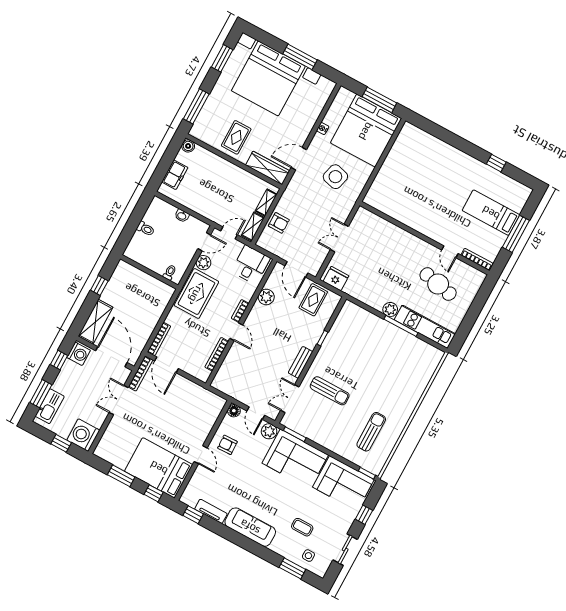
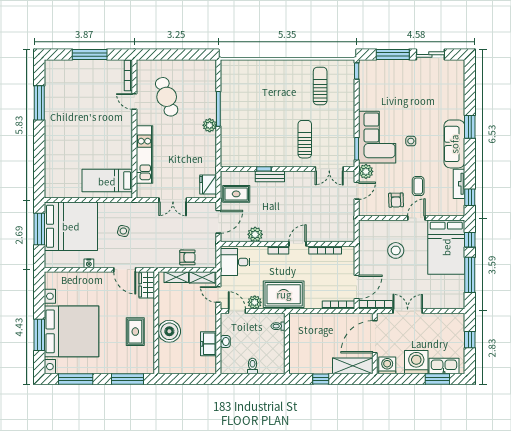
window: (300, 57) -> (39, 335), moved
window: (222, 58) -> (76, 379), width x1.44
rug: (236, 137) -> (135, 332), turned 90
boiler: (188, 146) -> (169, 331), moved, width x1.86, depth x1.86
window: (496, 163) -> (39, 103), width x2.17
wardrobe: (268, 168) -> (147, 285), width x0.67
freezer: (175, 175) -> (209, 344), moved, turned -90
side table: (335, 177) -> (123, 231), width x0.54, depth x0.54
bed: (491, 213) -> (107, 181), moved, turned 90
armchair: (279, 223) -> (187, 257), turned 90
door: (450, 252) -> (134, 101), swing flipped
cafe table: (438, 284) -> (167, 97), turned -30
kitchen unit: (425, 327) -> (144, 154), moved, turned 180
window: (59, 360) -> (401, 379), removed
bench: (300, 362) -> (270, 176), moved
double door: (119, 400) -> (408, 311), swing flipped
floor lamp: (234, 411) -> (365, 210), removed
stool: (181, 419) -> (396, 250), added
sun lounger: (371, 432) -> (320, 86), turned 90
washing machine: (83, 435) -> (416, 362), moved, turned 180
window: (121, 476) -> (470, 275), width x1.44
corner sofa: (343, 483) -> (376, 86), removed
window: (364, 515) -> (393, 55), width x2.17
coffee table: (302, 527) -> (418, 186), moved
side table: (308, 556) -> (411, 141), moved
window: (292, 568) -> (470, 127), moved

